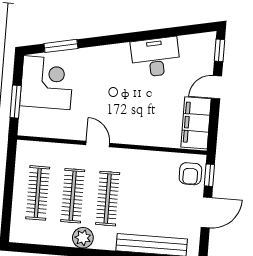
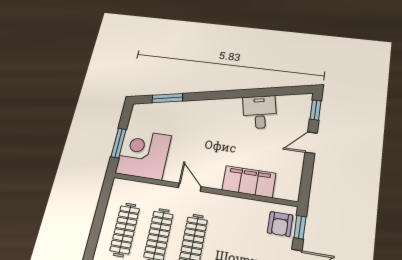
desk: (156, 57) -> (260, 112), width x0.73
corner desk: (47, 83) -> (143, 154), moved, turned -90
filing cabinet: (196, 123) -> (249, 182), moved, turned 90

